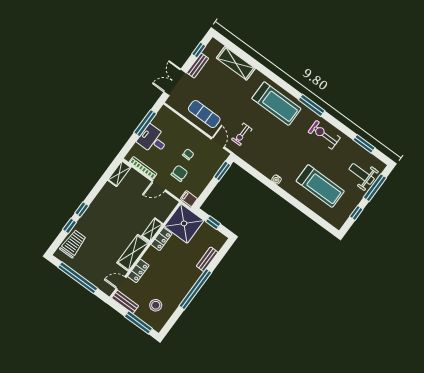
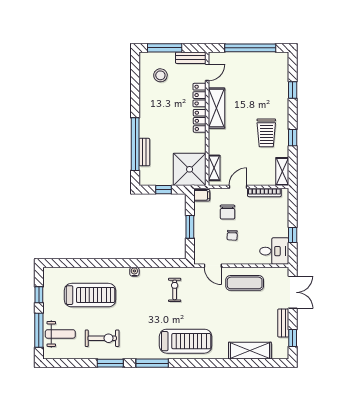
treadmill: (276, 104) -> (186, 341), turned 180
window: (145, 123) -> (293, 235), width x0.46
exercise bike: (242, 134) -> (175, 290), moved
exercise bike: (324, 135) -> (102, 338), moved
desk: (153, 140) -> (274, 251), moved
window: (364, 144) -> (110, 363), moved
window: (222, 171) -> (190, 227), moved
treadmill: (320, 186) -> (90, 295), turned 180
window: (82, 209) -> (293, 138), moved
shelving: (152, 230) -> (214, 168), moved
locker: (161, 239) -> (200, 121), moved
trolley: (73, 244) -> (266, 133), moved
window: (195, 289) -> (135, 144), moved

